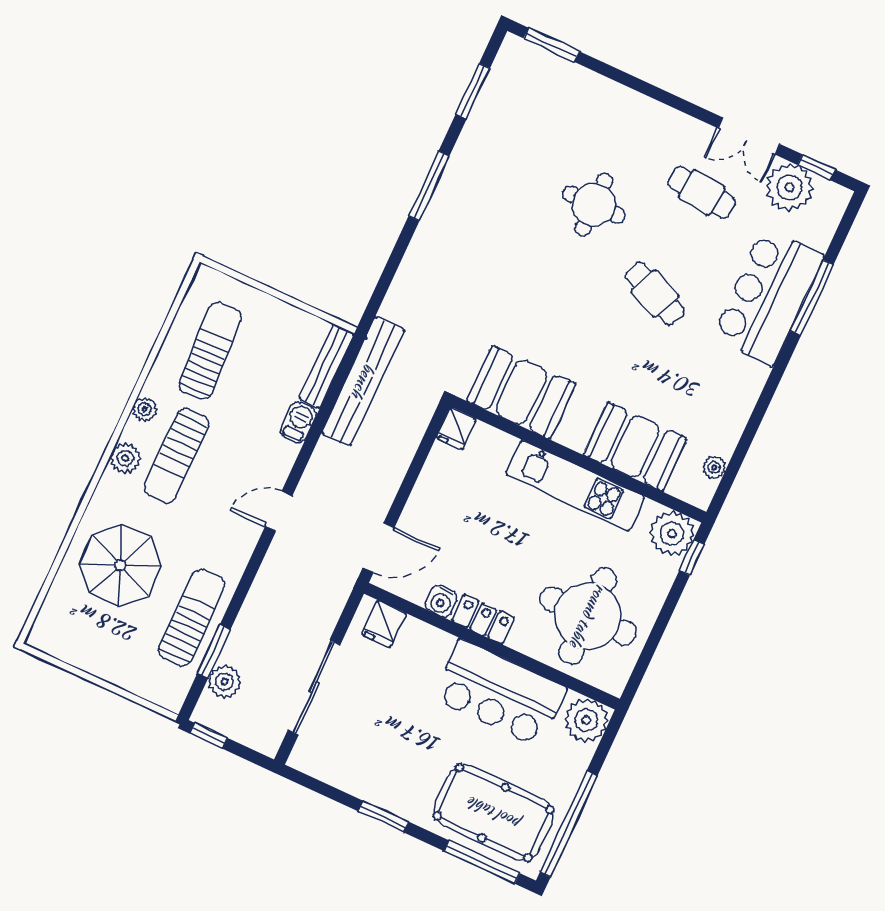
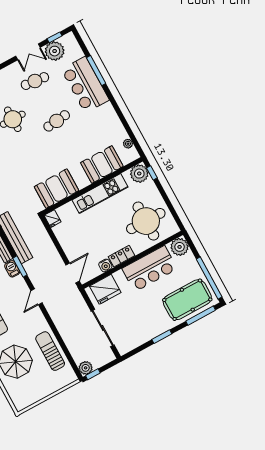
cafe table: (655, 294) -> (57, 121), turned -30
fridge: (384, 624) -> (105, 289), width x1.88, depth x1.34
window: (214, 651) -> (20, 266), moved
plant: (225, 682) -> (86, 368), moved

